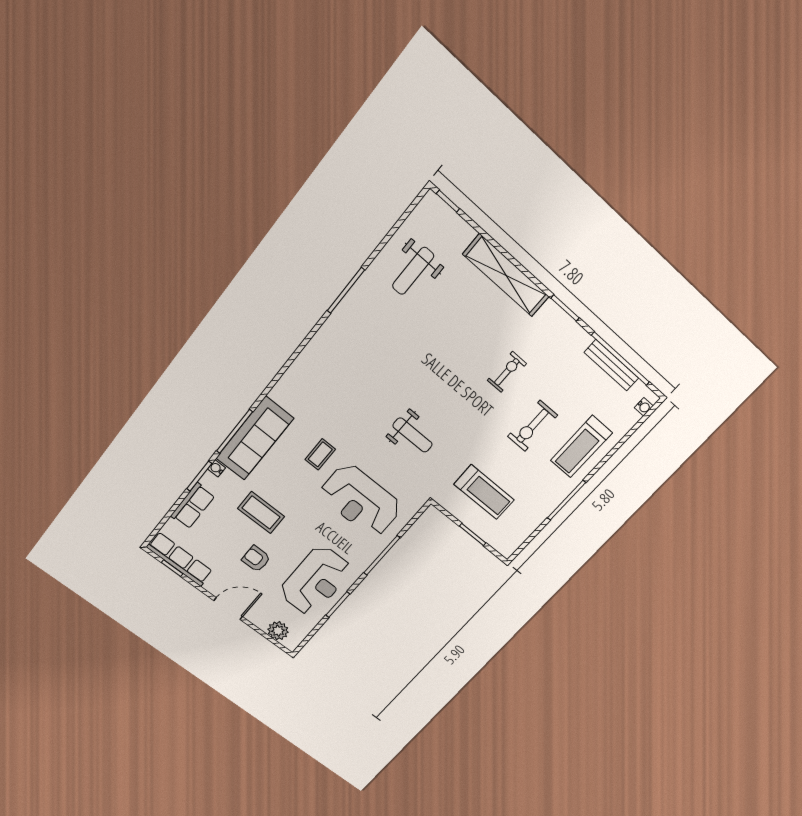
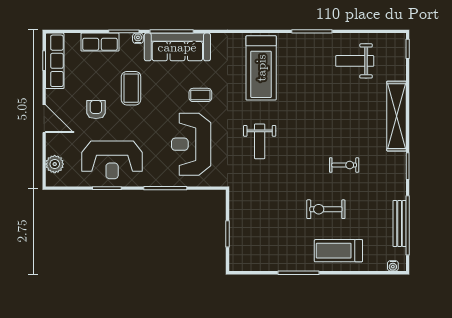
treadmill: (484, 492) -> (261, 68), moved, width x1.37, depth x1.38

